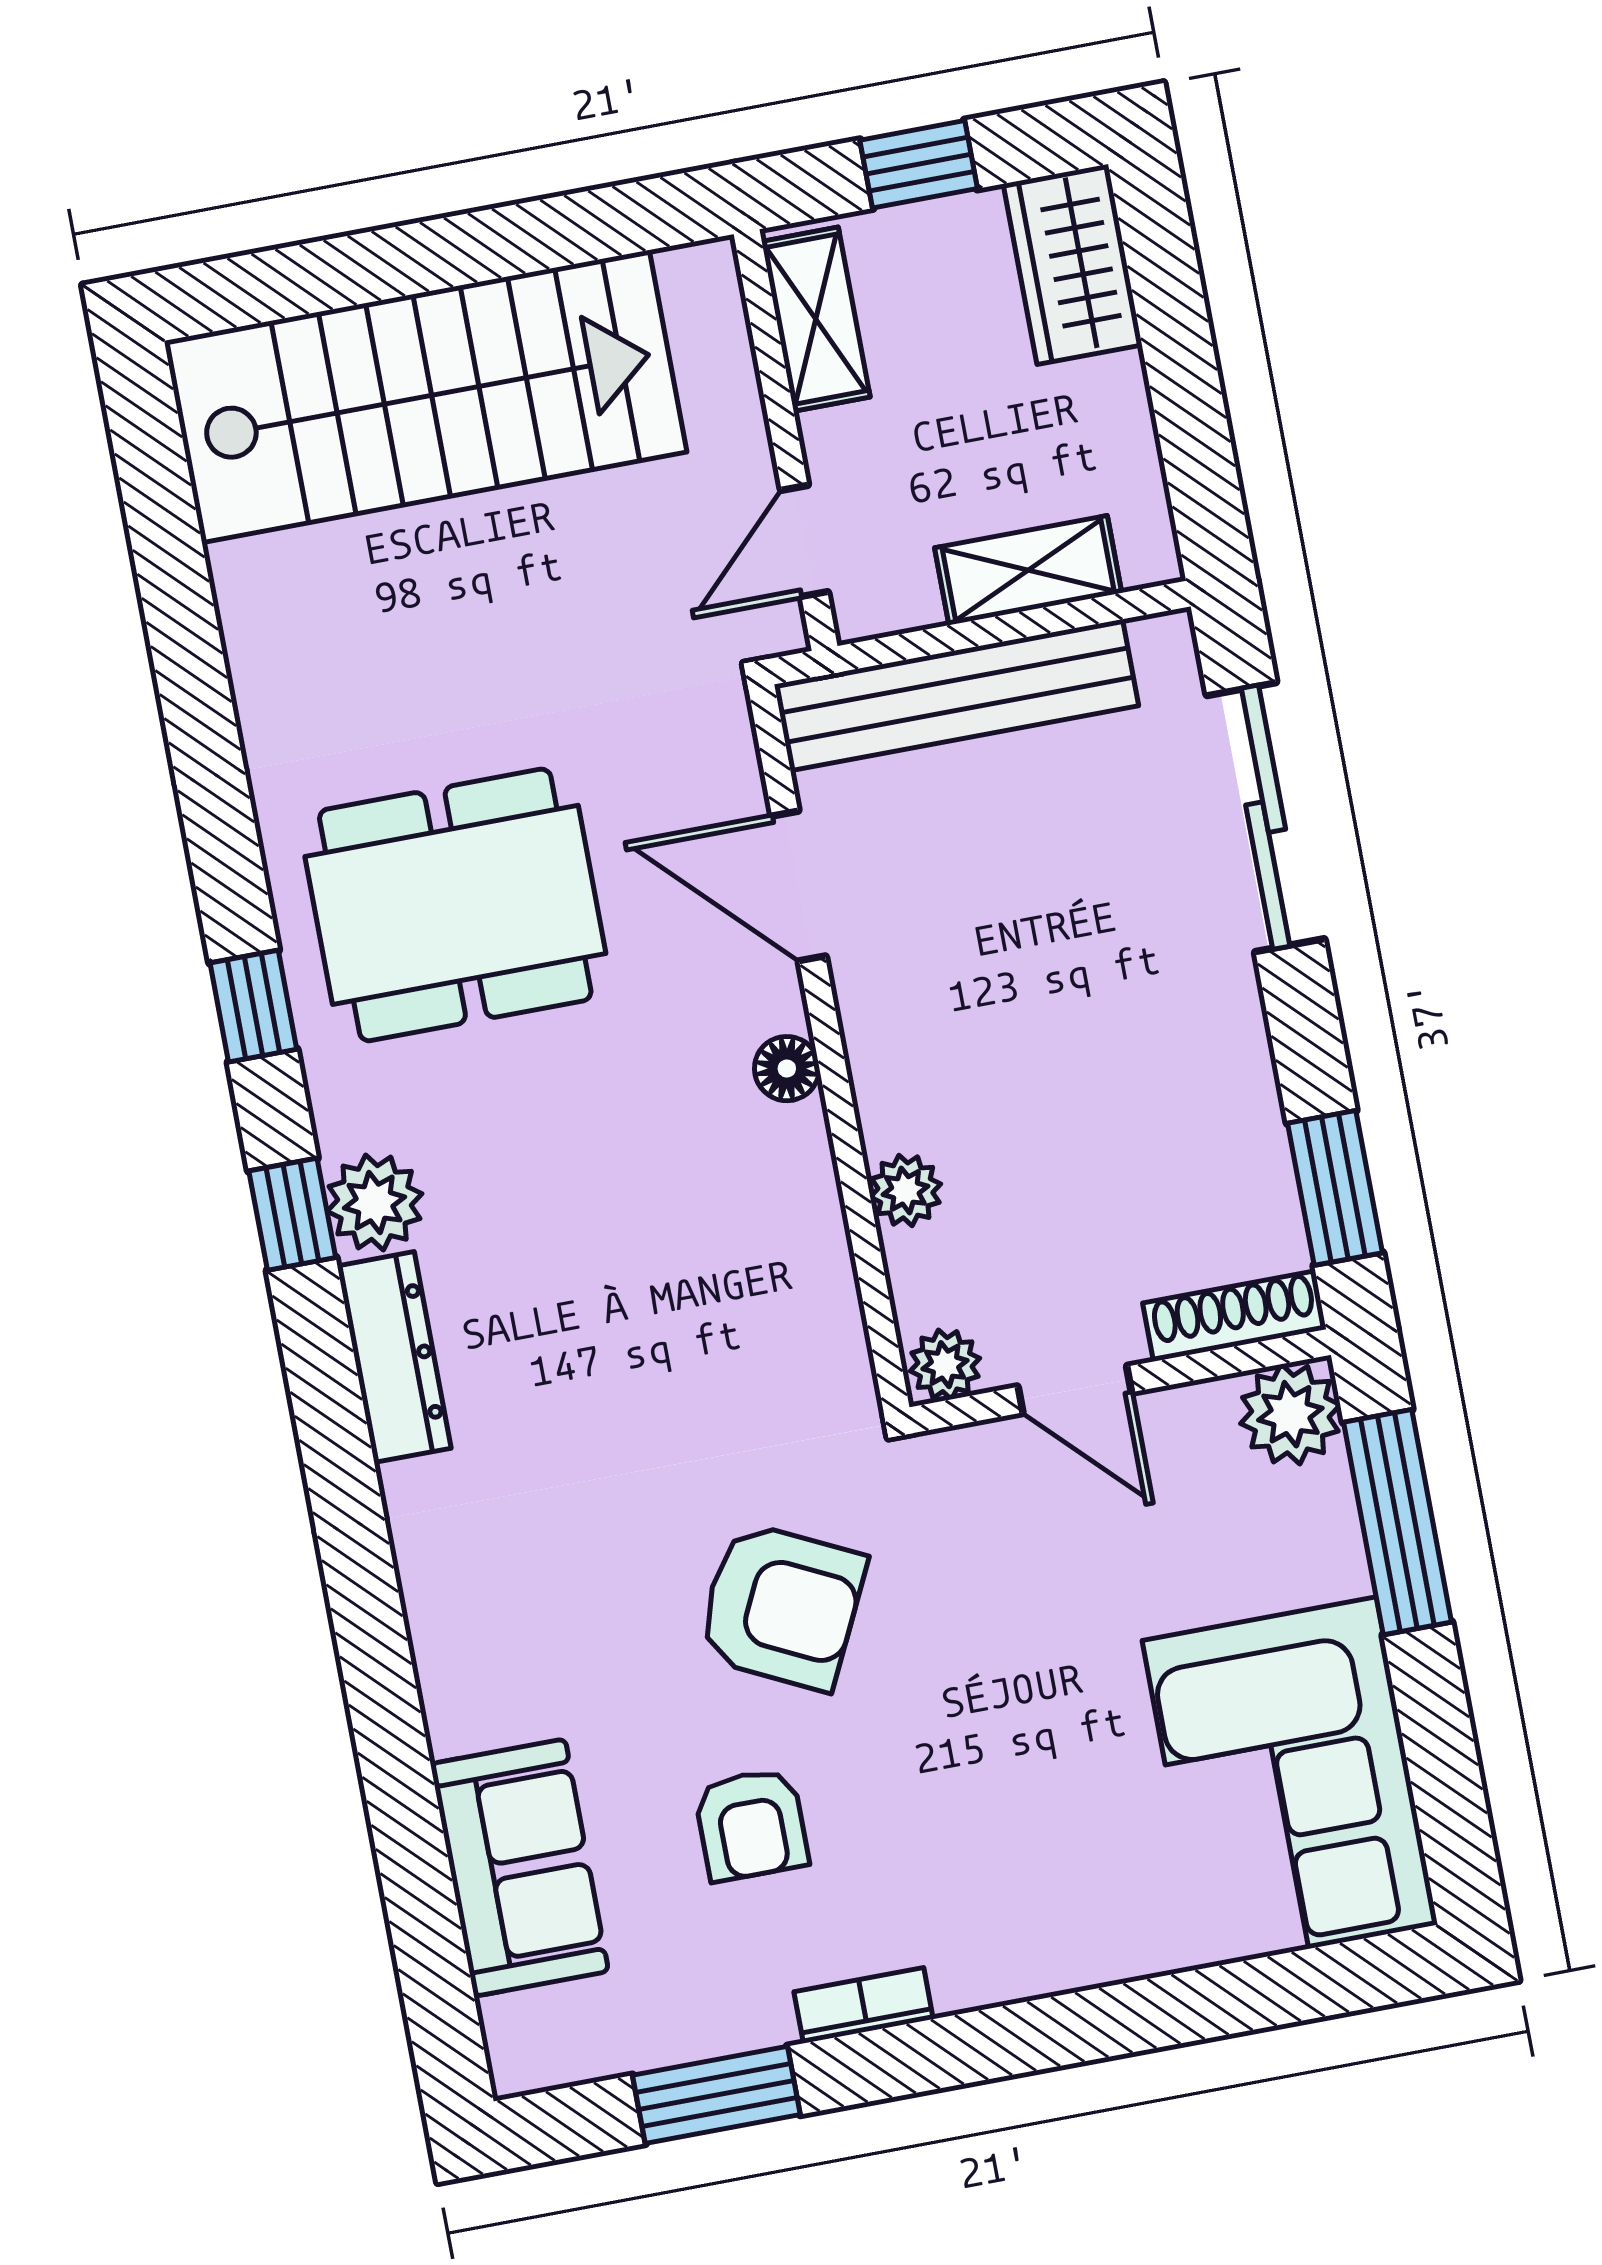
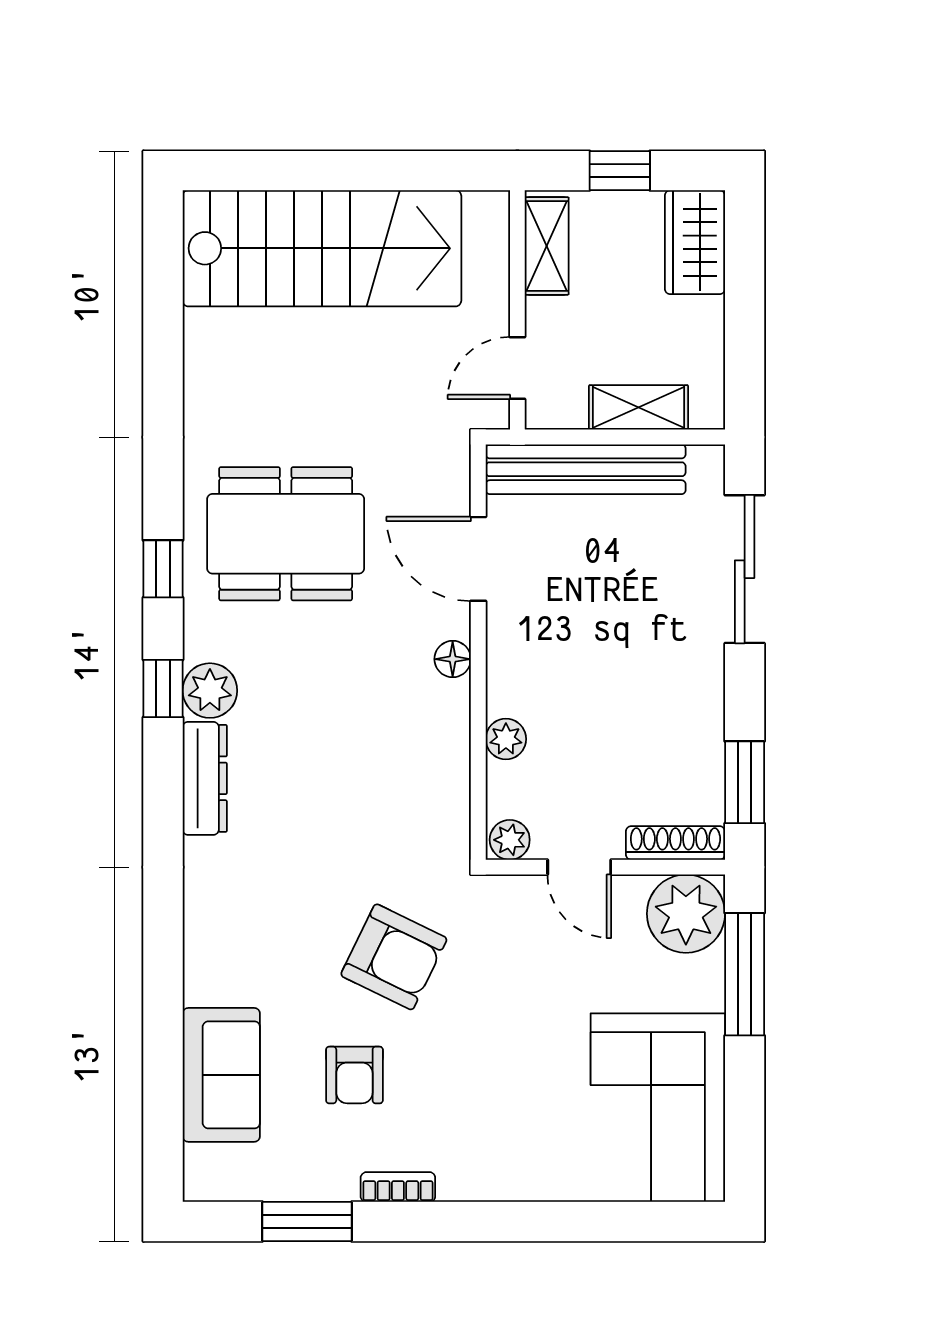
plant: (1290, 1414) -> (686, 914), width x1.36, depth x1.36

